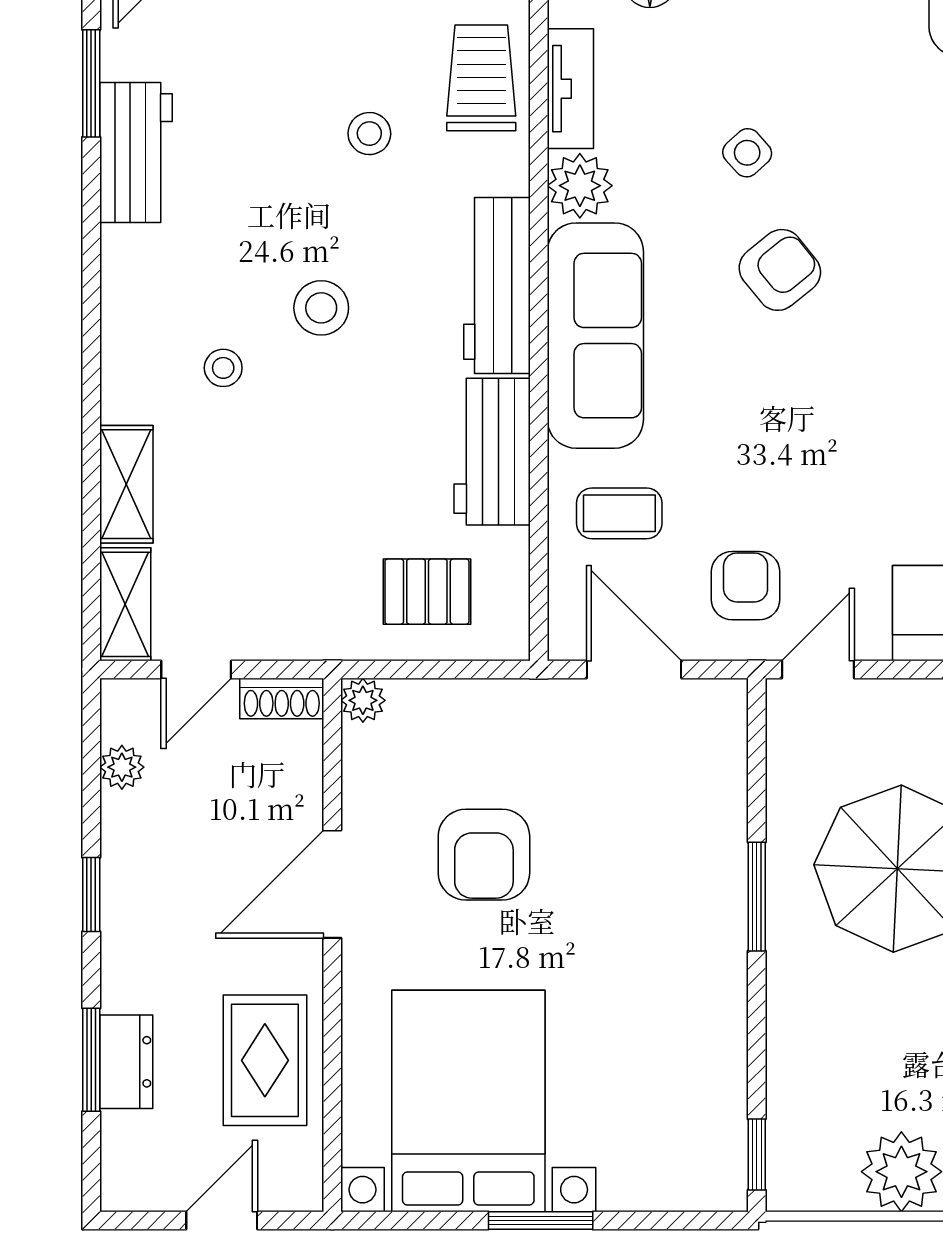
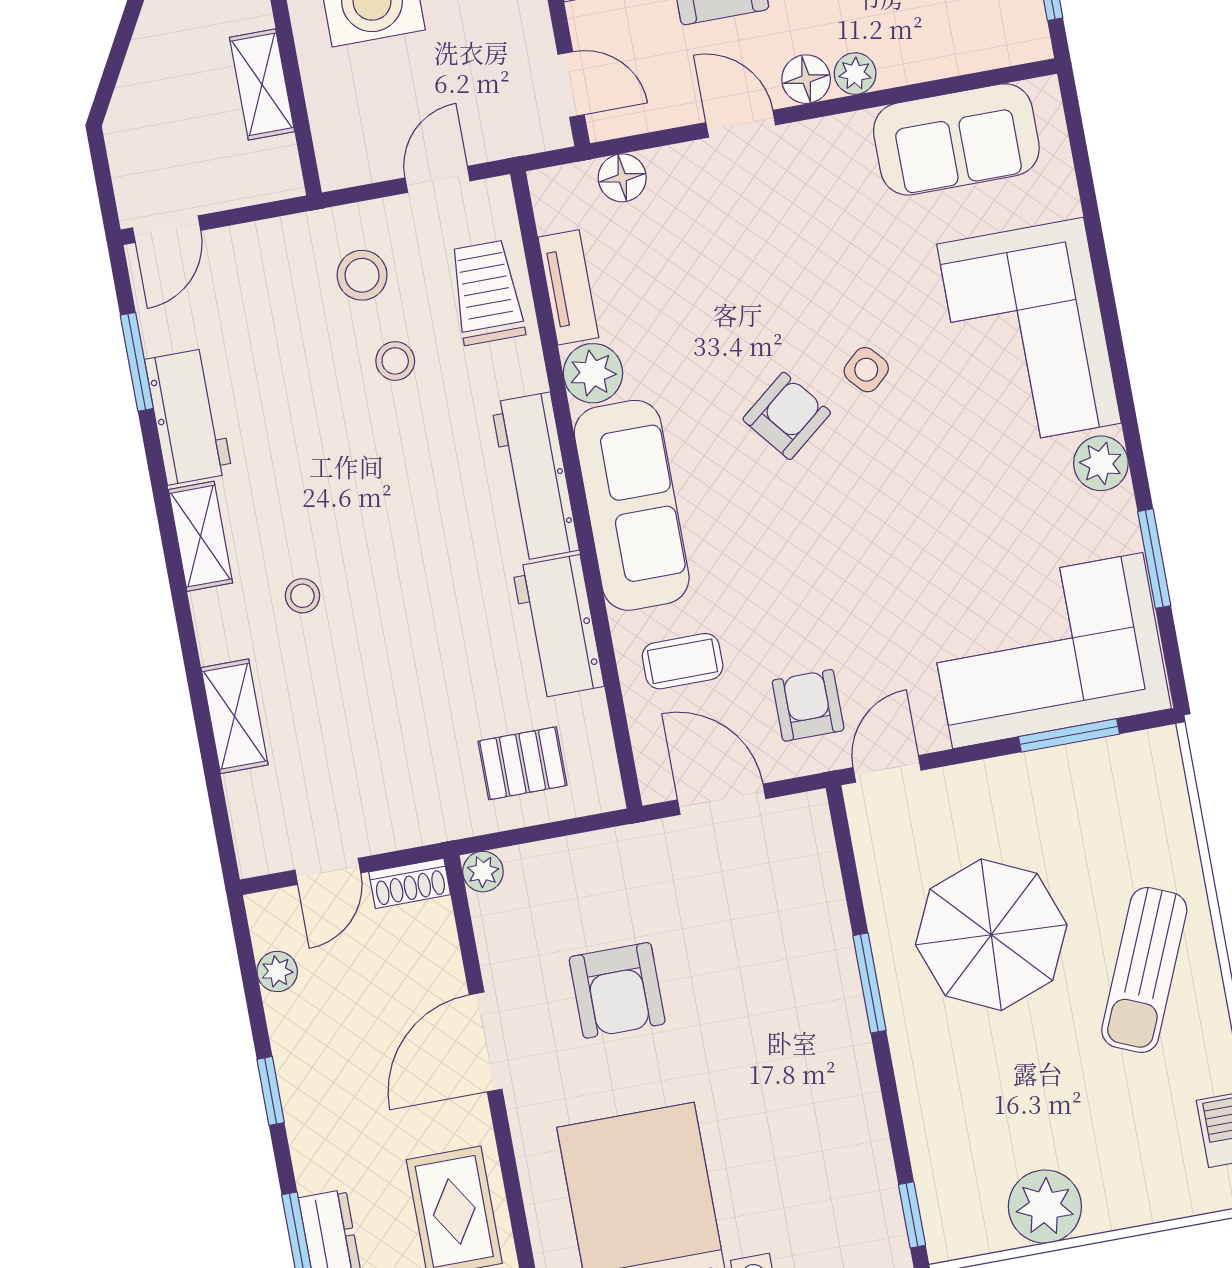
side table: (747, 153) -> (866, 370), moved
stool: (321, 308) -> (362, 275), moved
shelving: (125, 604) -> (200, 536), moved

